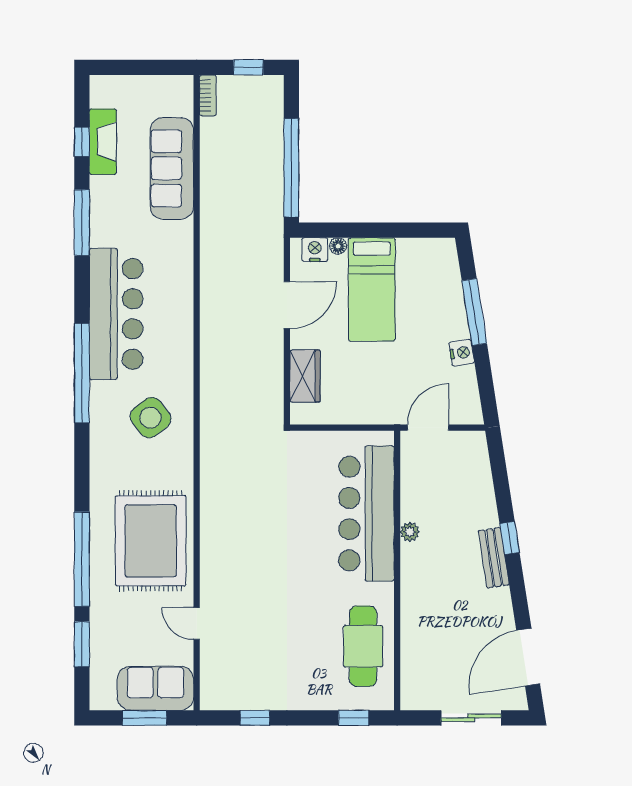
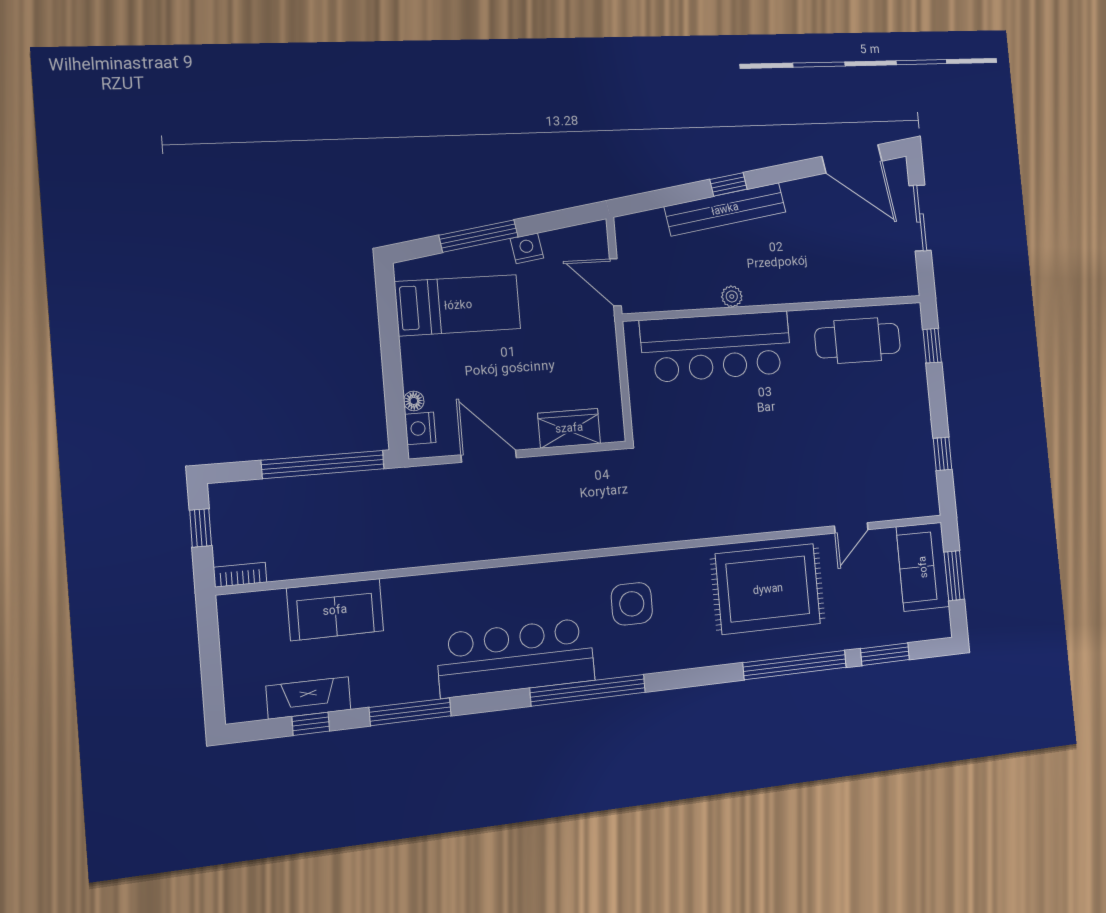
sofa: (172, 168) -> (335, 610), width x0.73
bed: (372, 289) -> (458, 305), moved
side table: (150, 418) -> (632, 604), turned 37
bench: (494, 558) -> (725, 209), width x1.86, depth x1.21

